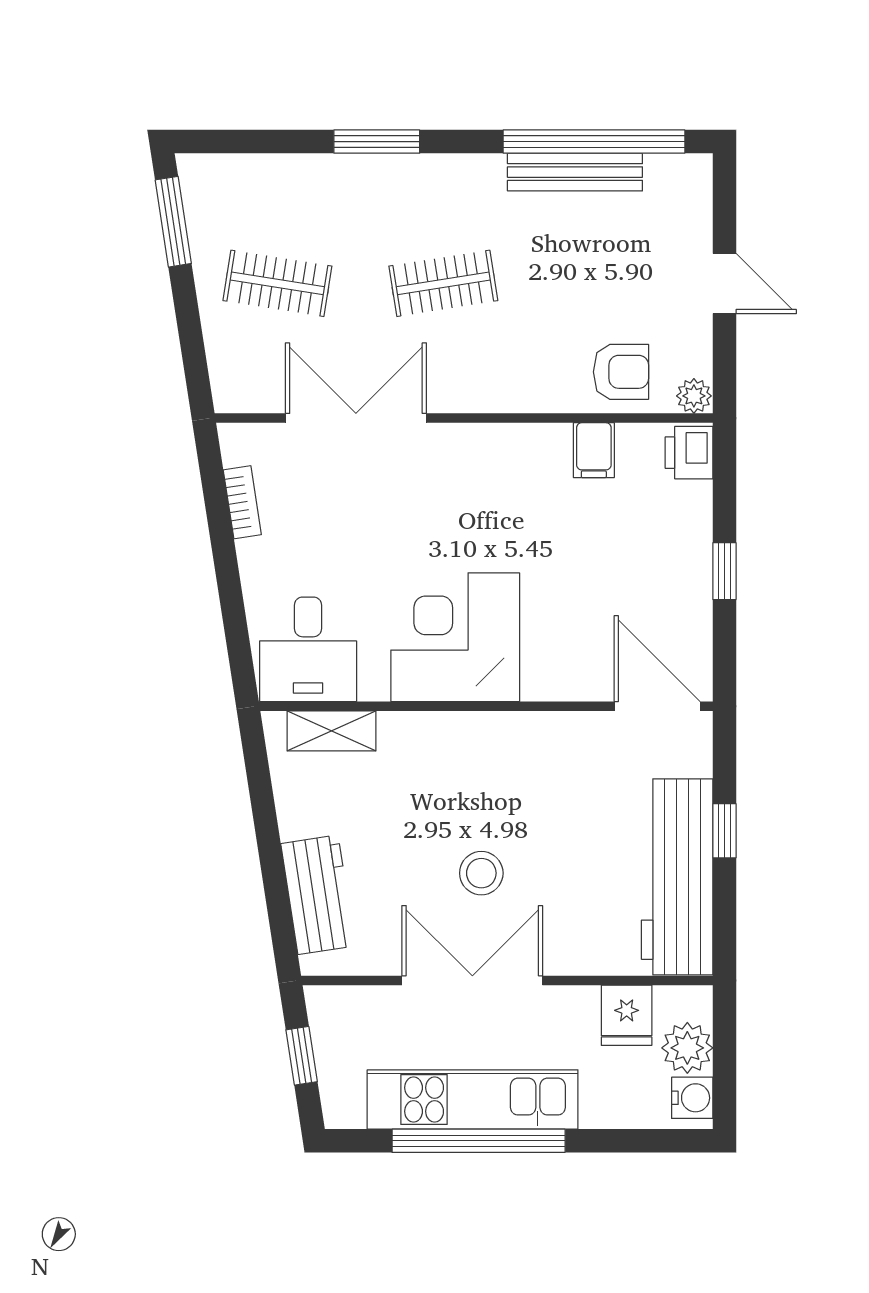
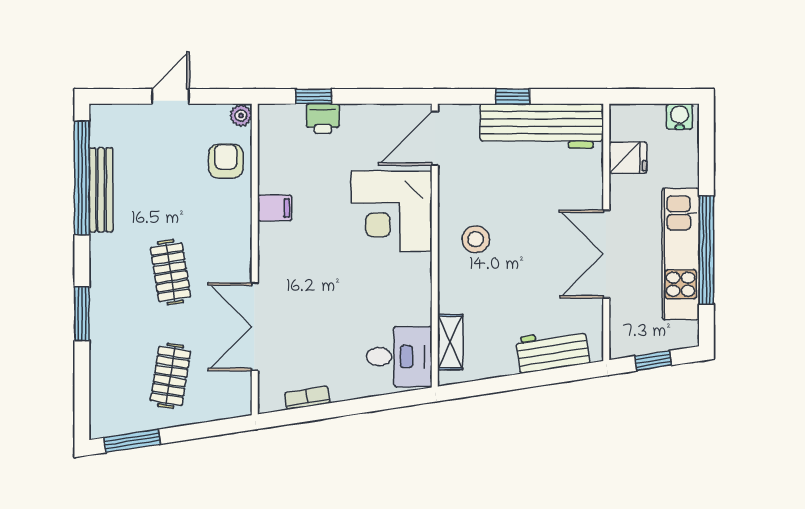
filing cabinet: (594, 450) -> (275, 208), moved
printer: (689, 453) -> (323, 119), moved
window: (724, 571) -> (314, 96), moved
corner desk: (455, 637) -> (392, 211), moved
stool: (481, 873) -> (476, 239), moved
plant: (687, 1048) -> (648, 120), removed

